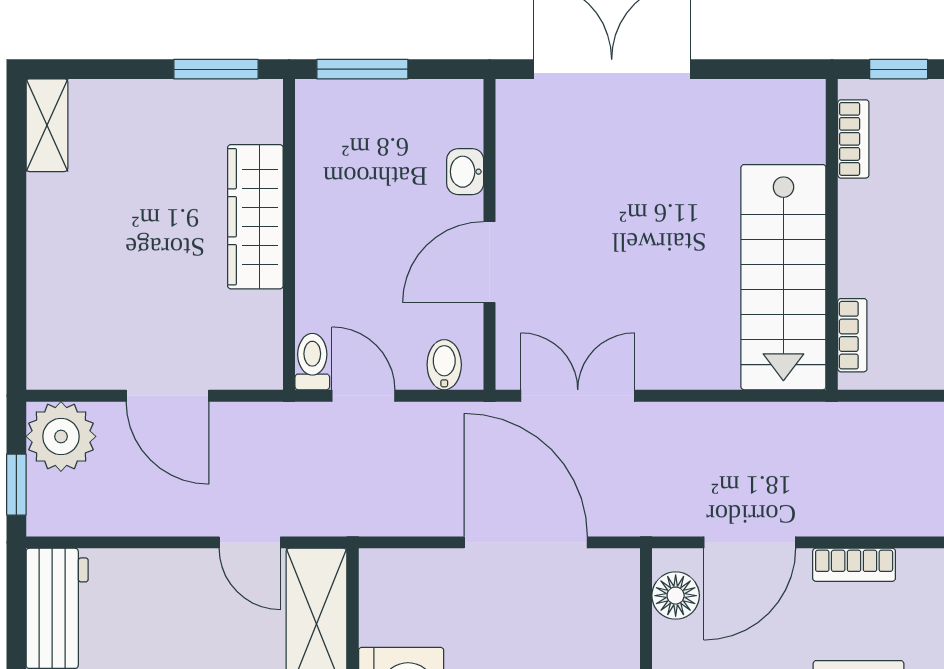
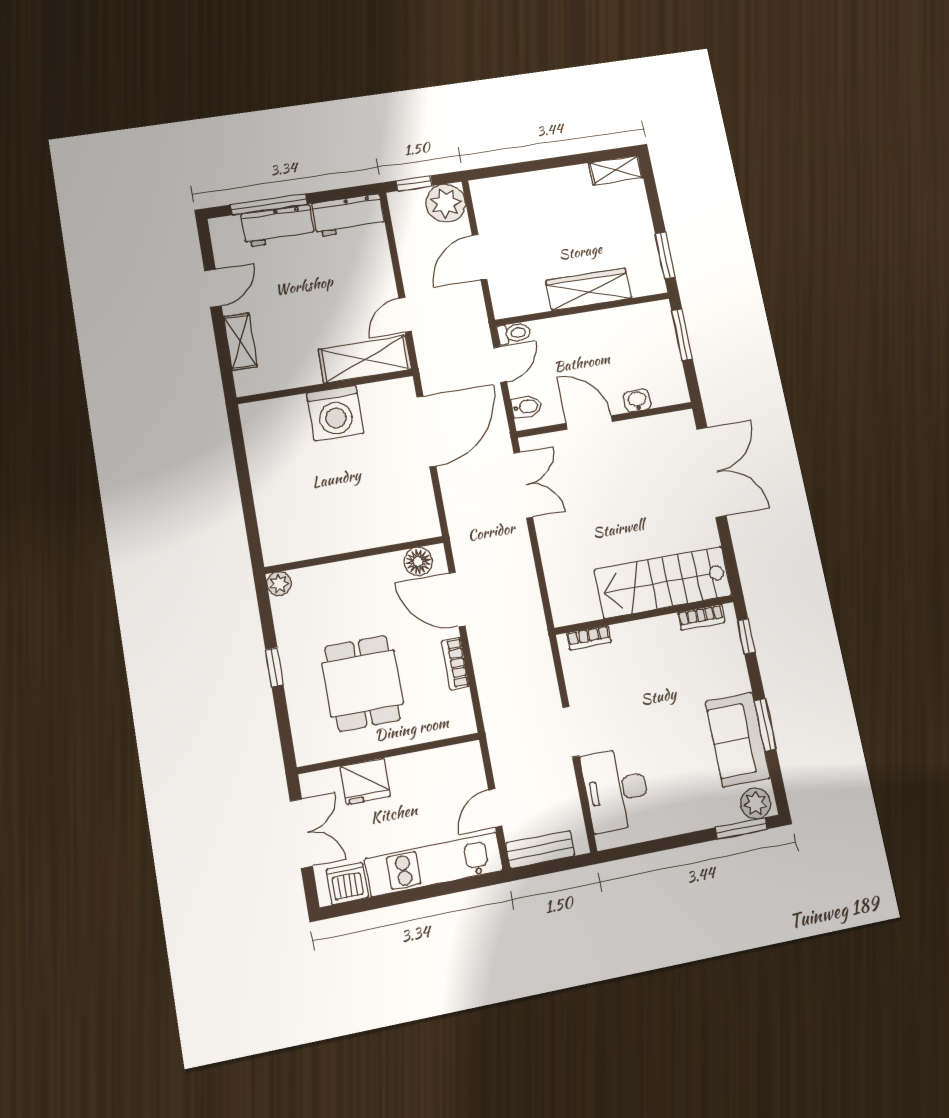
stairs: (783, 277) -> (663, 582), moved
door: (526, 542) -> (426, 431), moved

